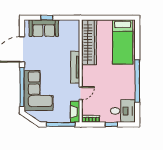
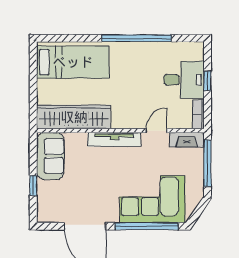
sofa: (44, 28) -> (50, 156), moved
door: (81, 93) -> (156, 131), hinge flipped
desk: (123, 111) -> (184, 80), moved, turned 90

